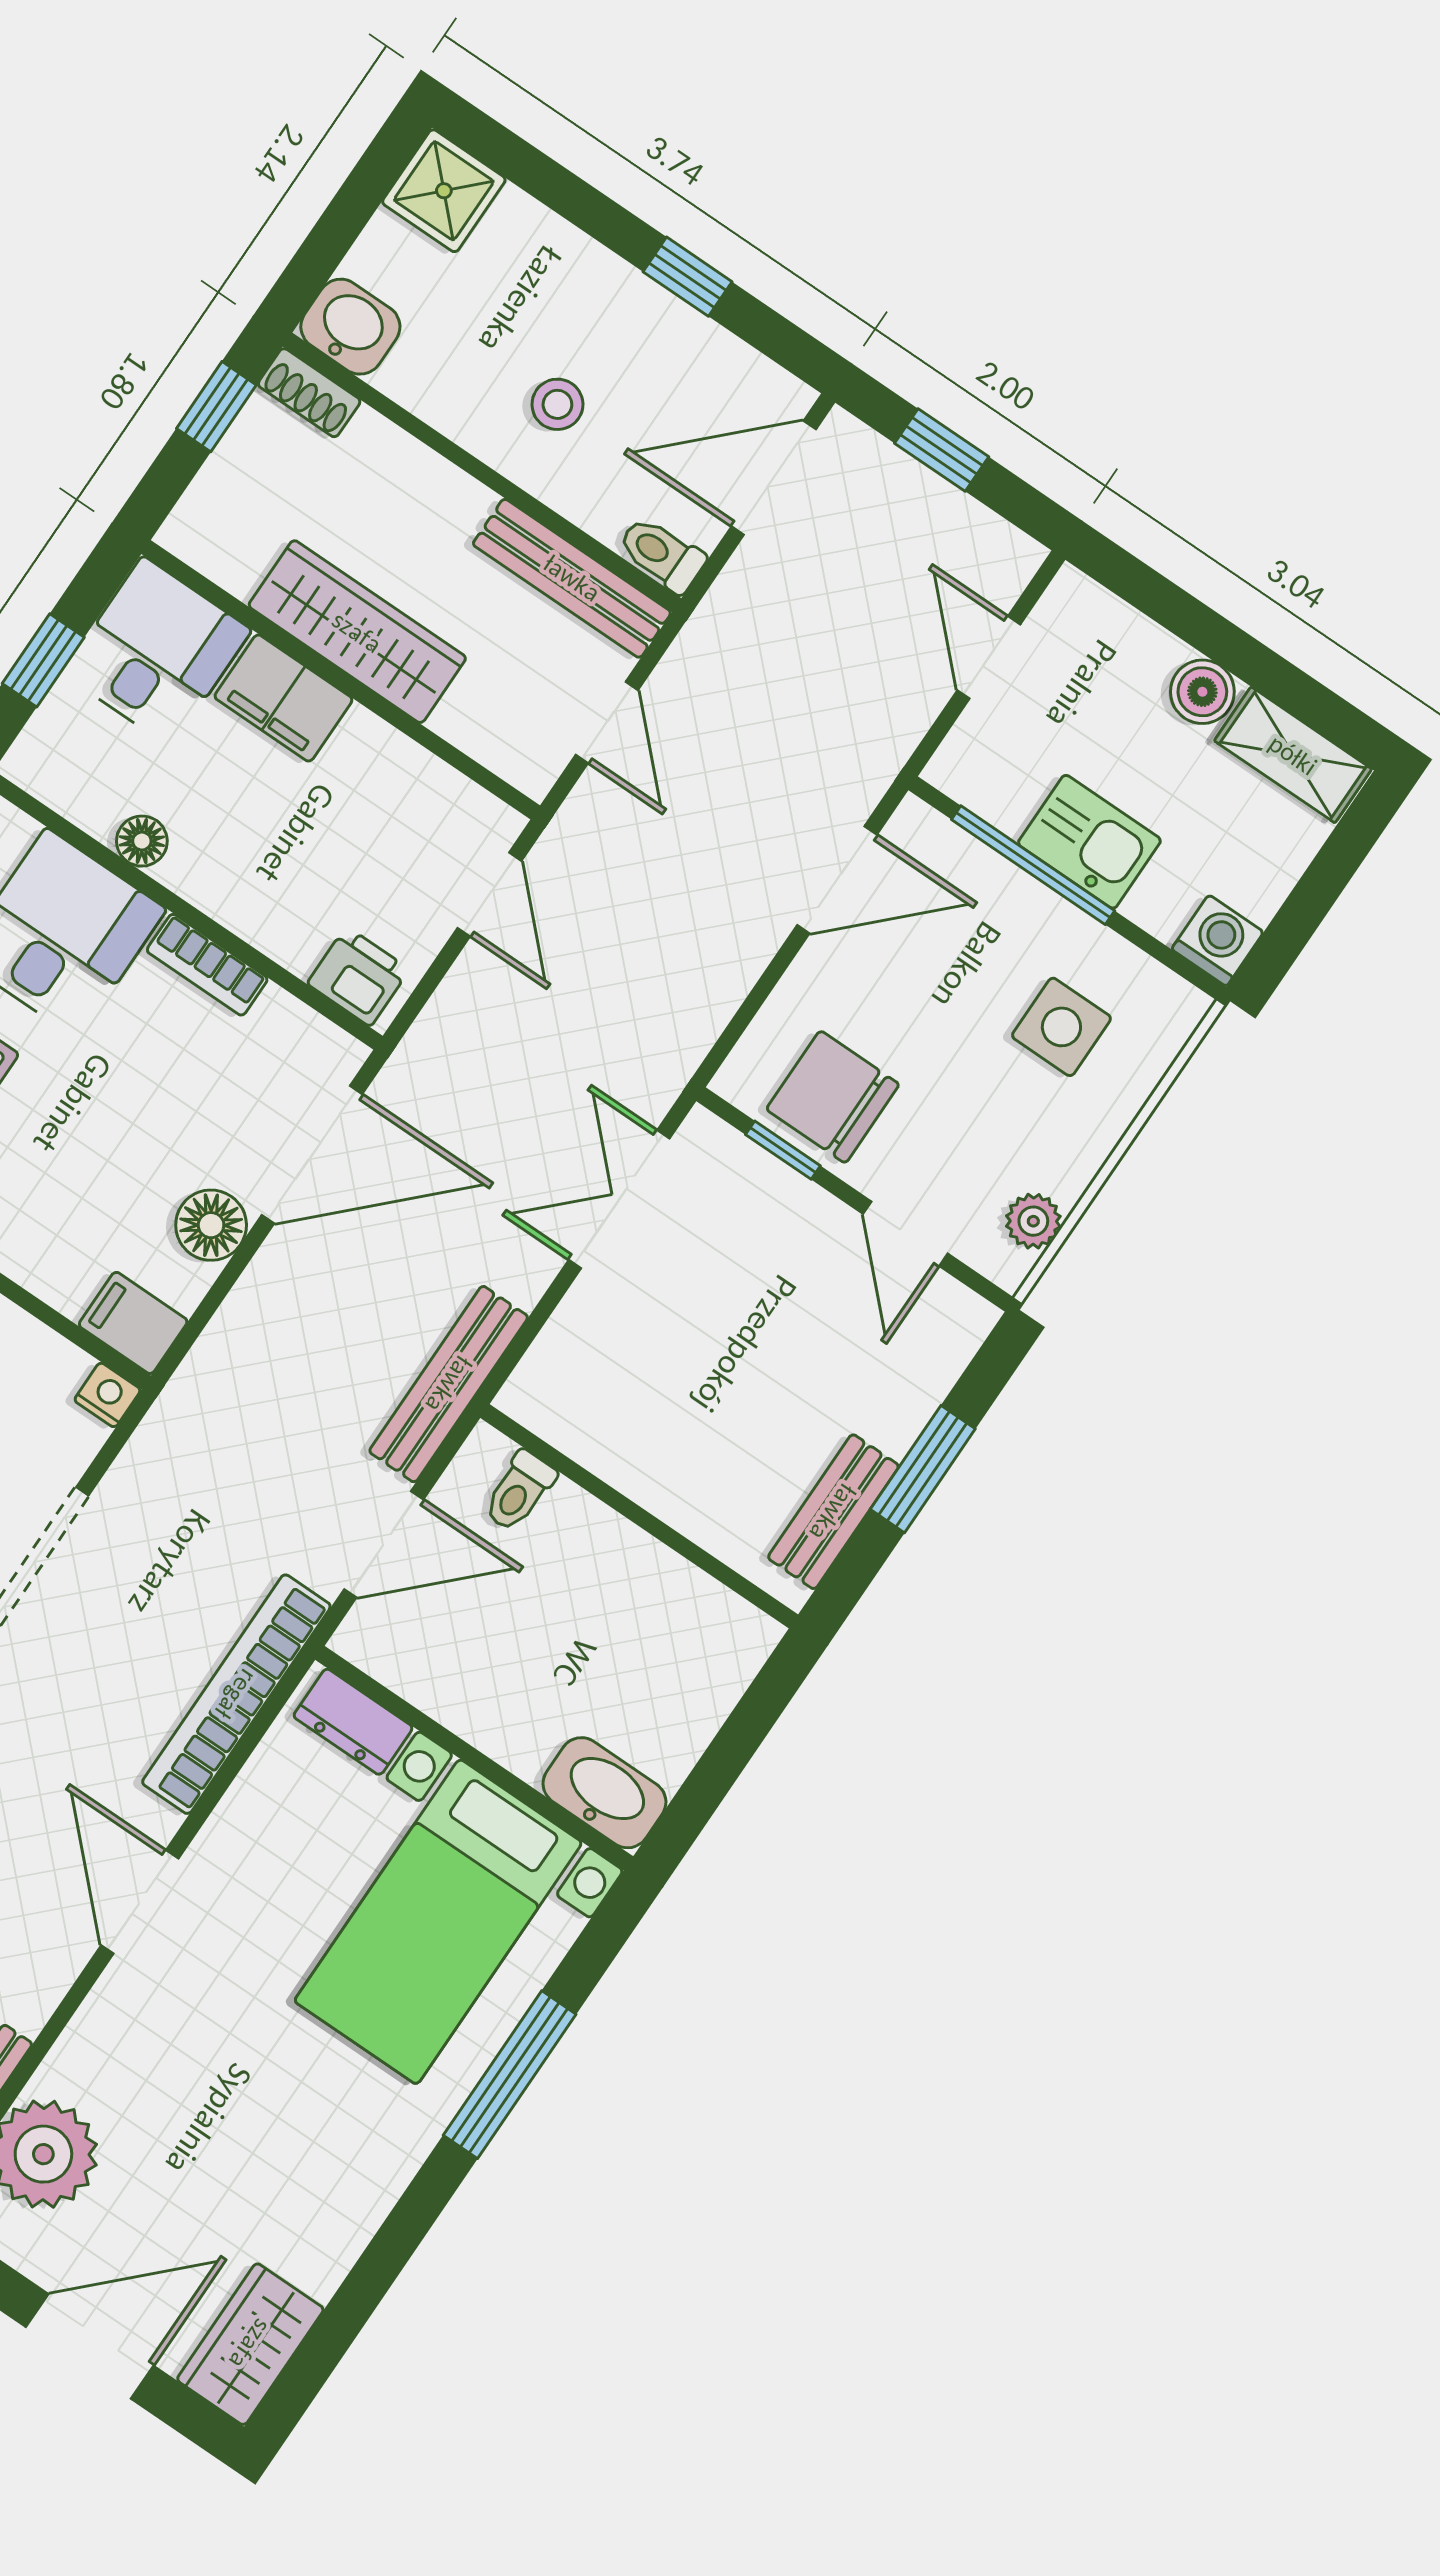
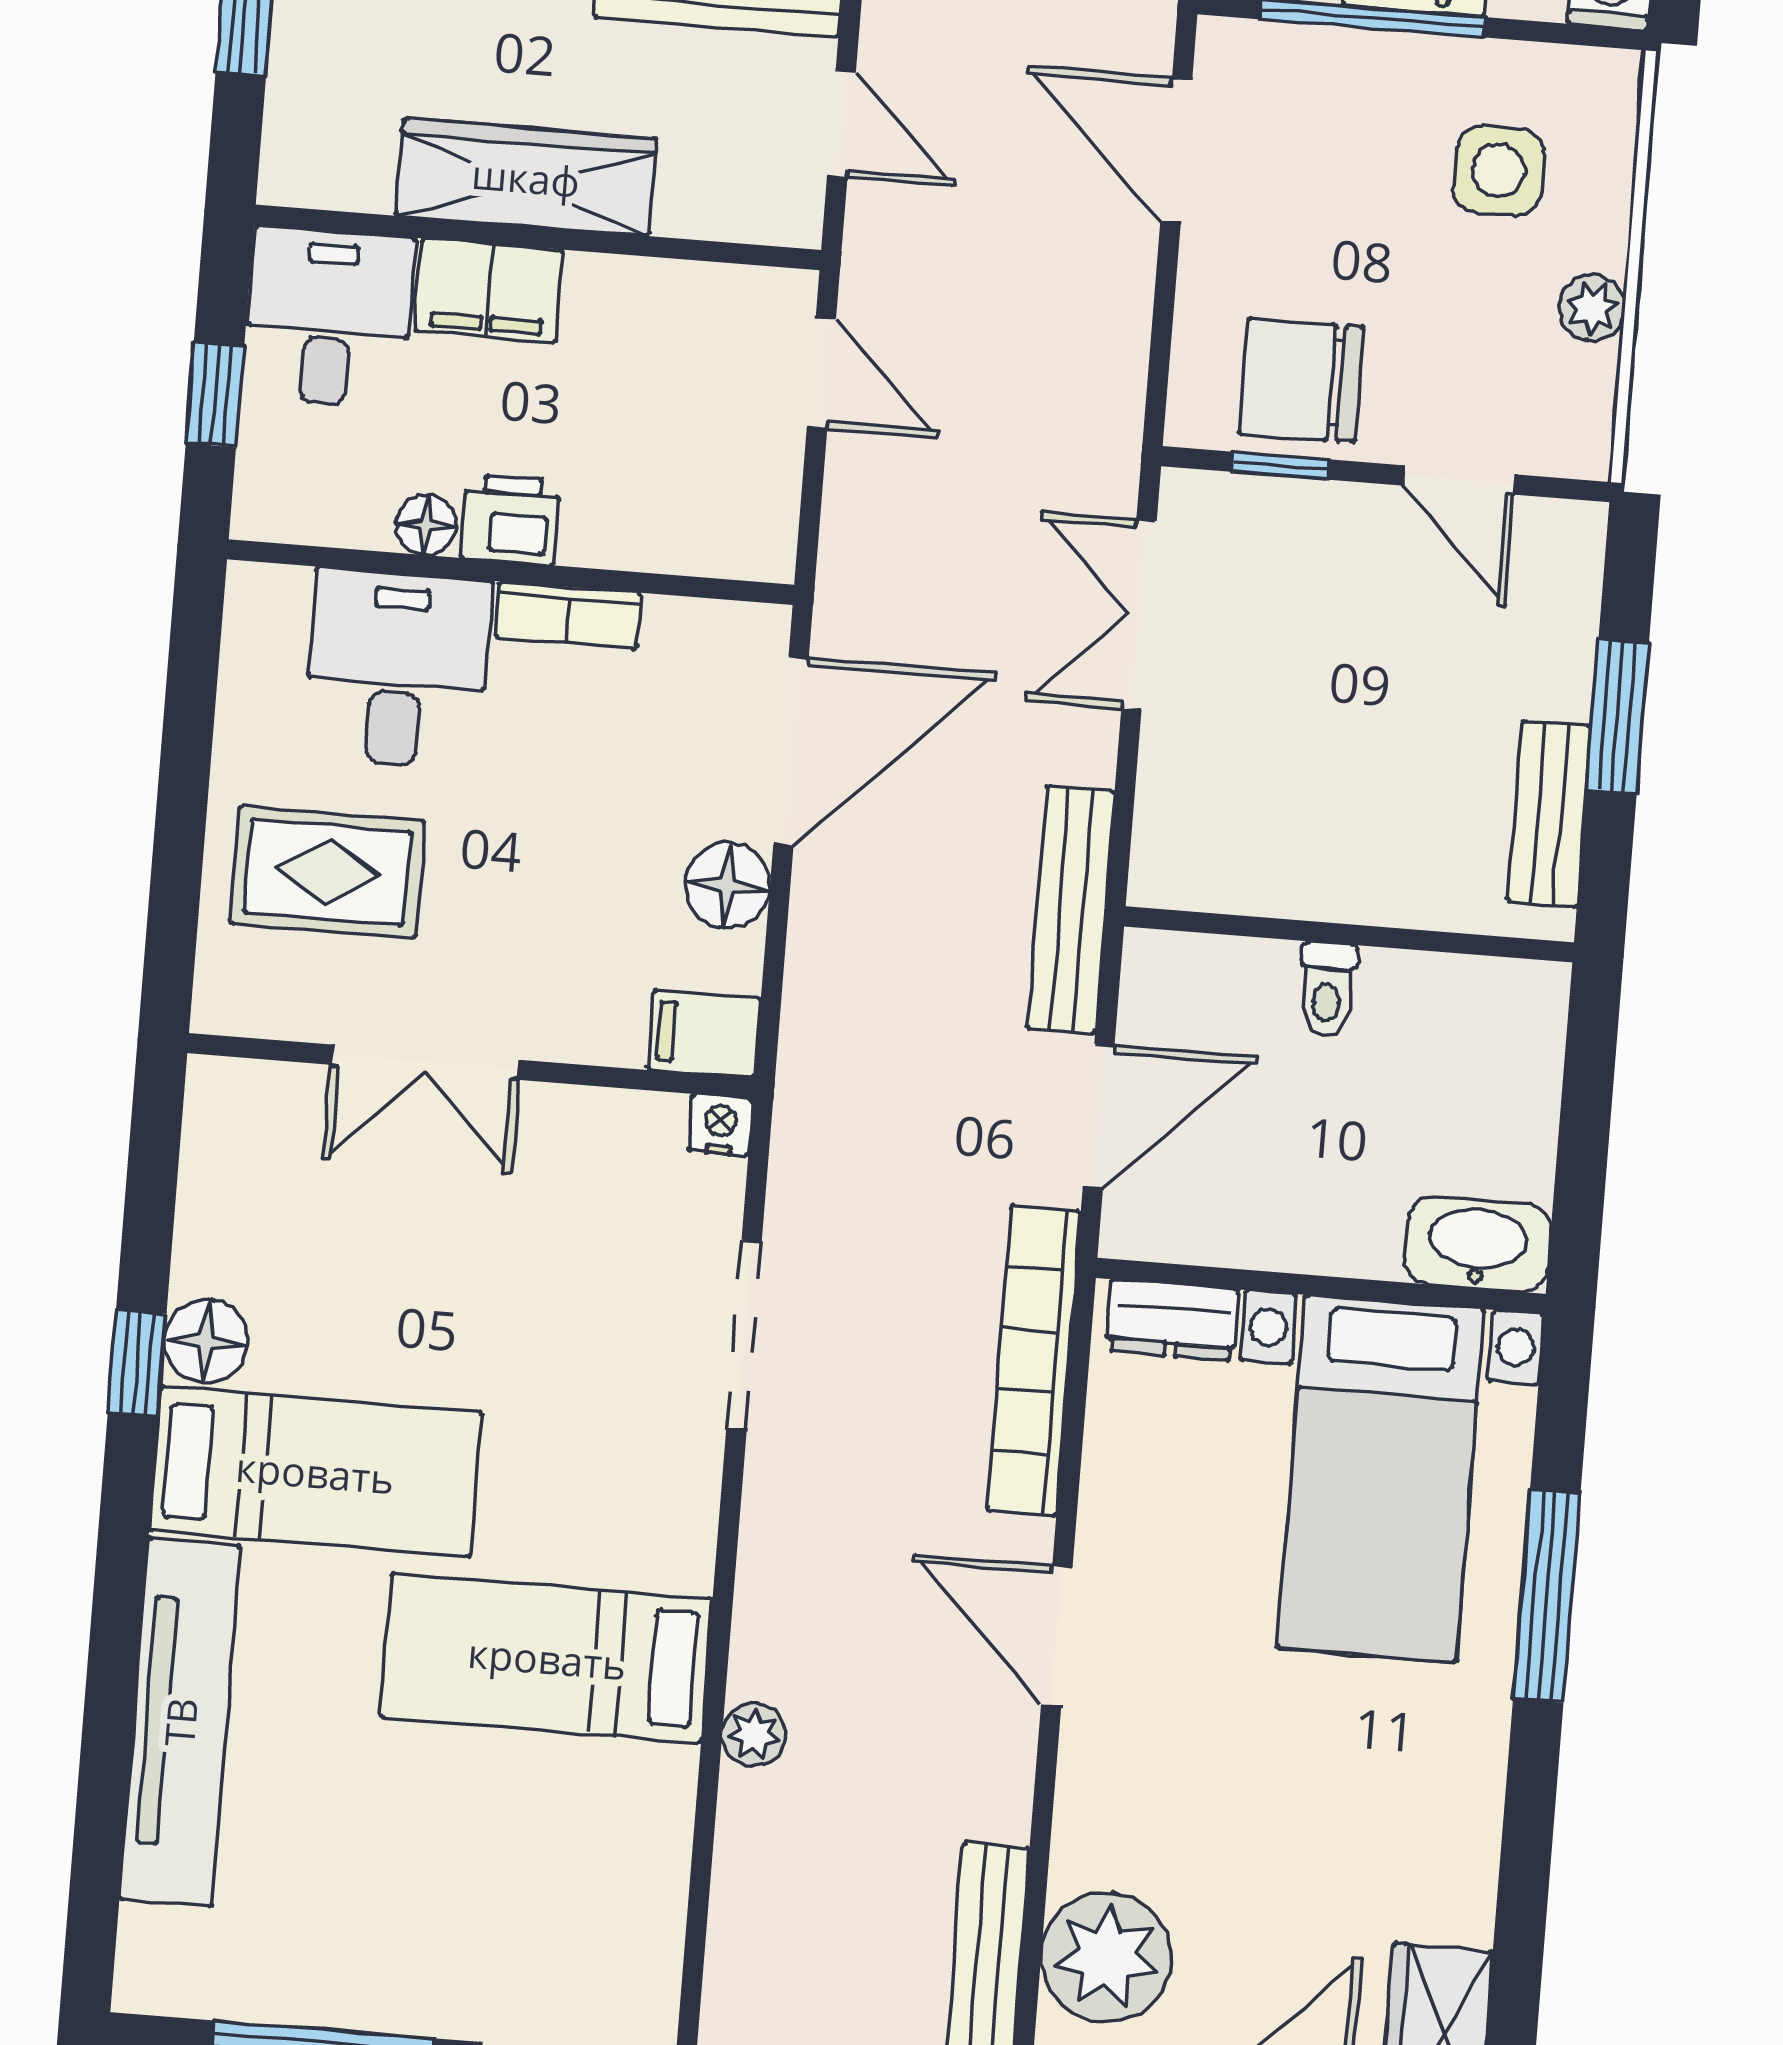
door: (837, 880) -> (1176, 150), swing flipped
printer: (358, 976) -> (510, 519), moved
plant: (1033, 1221) -> (1592, 308), moved
toilet: (519, 1491) -> (1327, 989), moved

